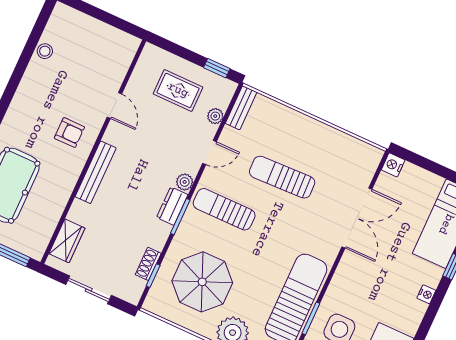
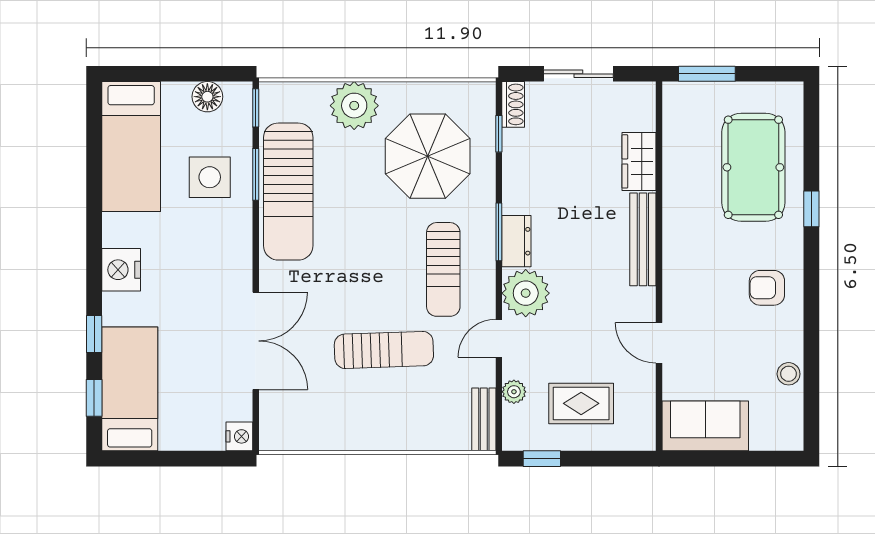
sofa: (109, 43) -> (705, 426), added
armchair: (69, 133) -> (767, 288), moved
plant: (185, 182) -> (526, 293), width x1.87, depth x1.87
sun lounger: (224, 209) -> (443, 269), turned 90
double door: (357, 218) -> (256, 341), swing flipped
wardrobe: (67, 241) -> (639, 161), moved
shoe rack: (148, 264) -> (513, 104), moved
nightstand: (426, 294) -> (121, 270), width x1.89, depth x1.79

